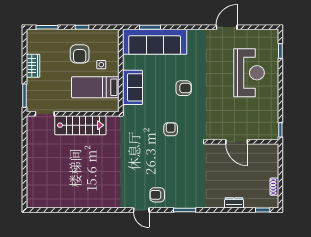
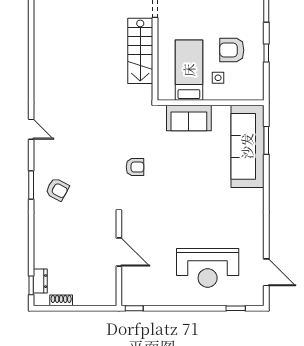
door: (227, 27) -> (266, 272), moved
armchair: (184, 88) -> (188, 184), removed
door: (237, 142) -> (119, 252), swing flipped
armchair: (157, 195) -> (57, 189), moved, turned 118
dresser: (234, 203) -> (40, 281), moved
door: (141, 210) -> (31, 129), swing flipped

